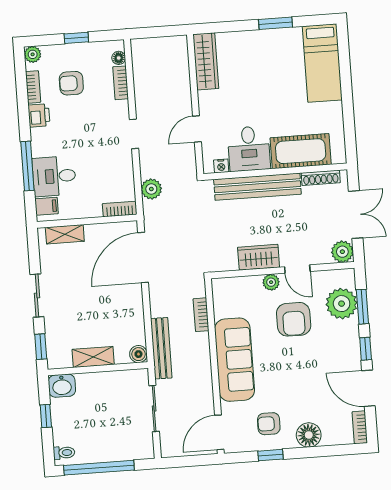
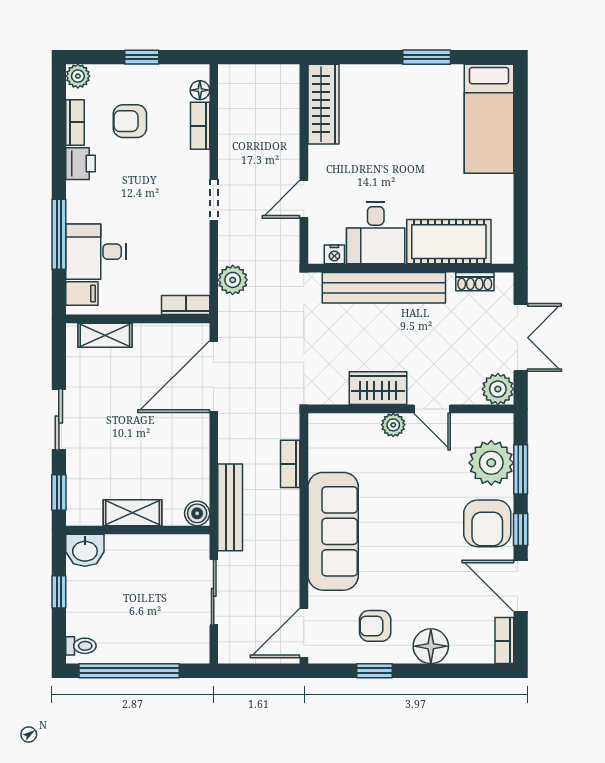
shoe rack: (321, 178) -> (475, 282), width x0.70
armchair: (294, 319) -> (487, 523), moved

